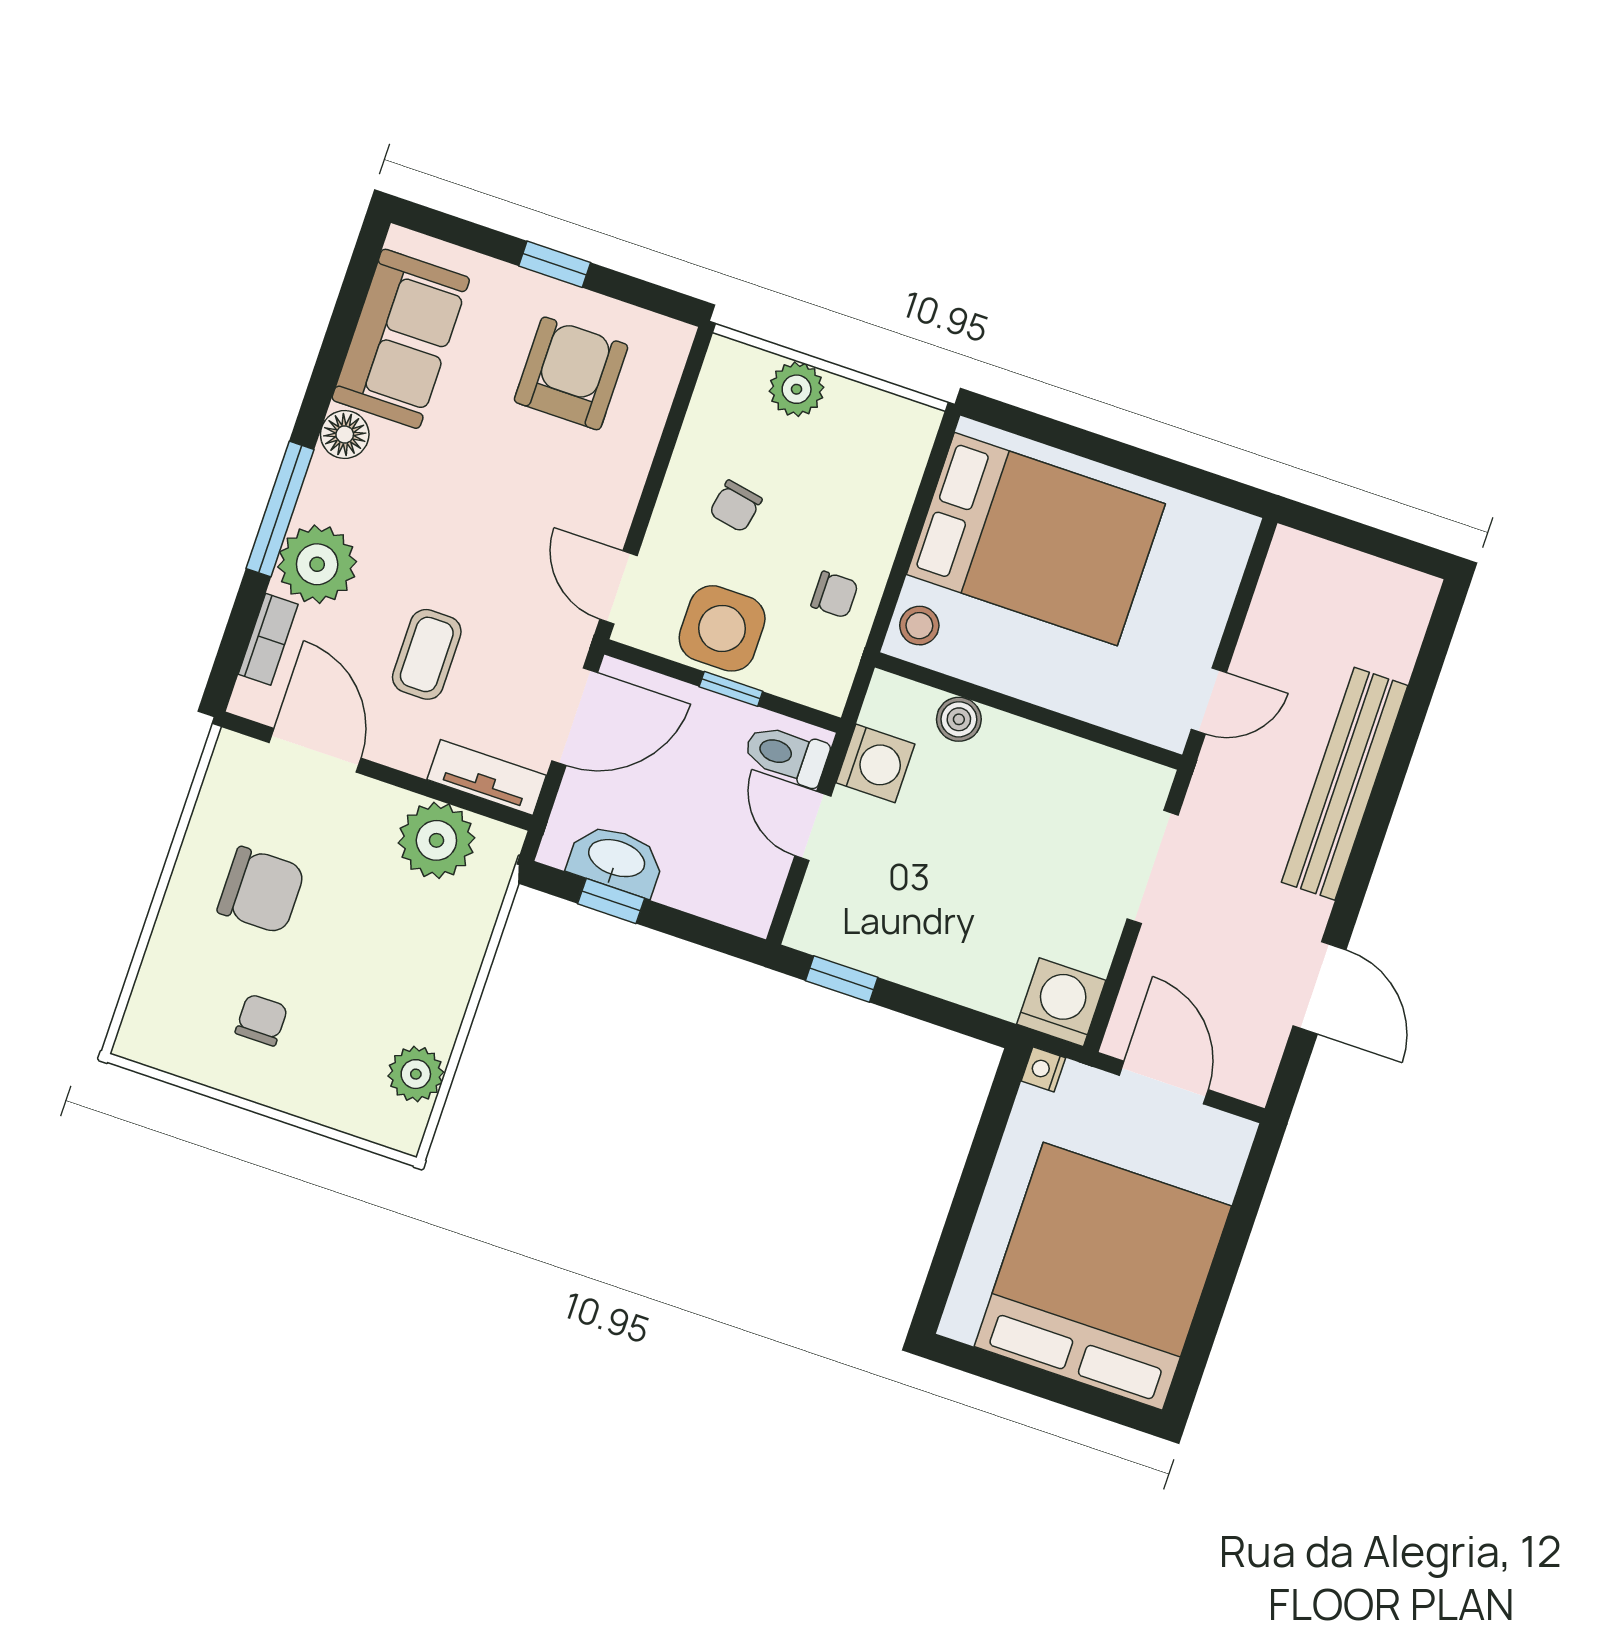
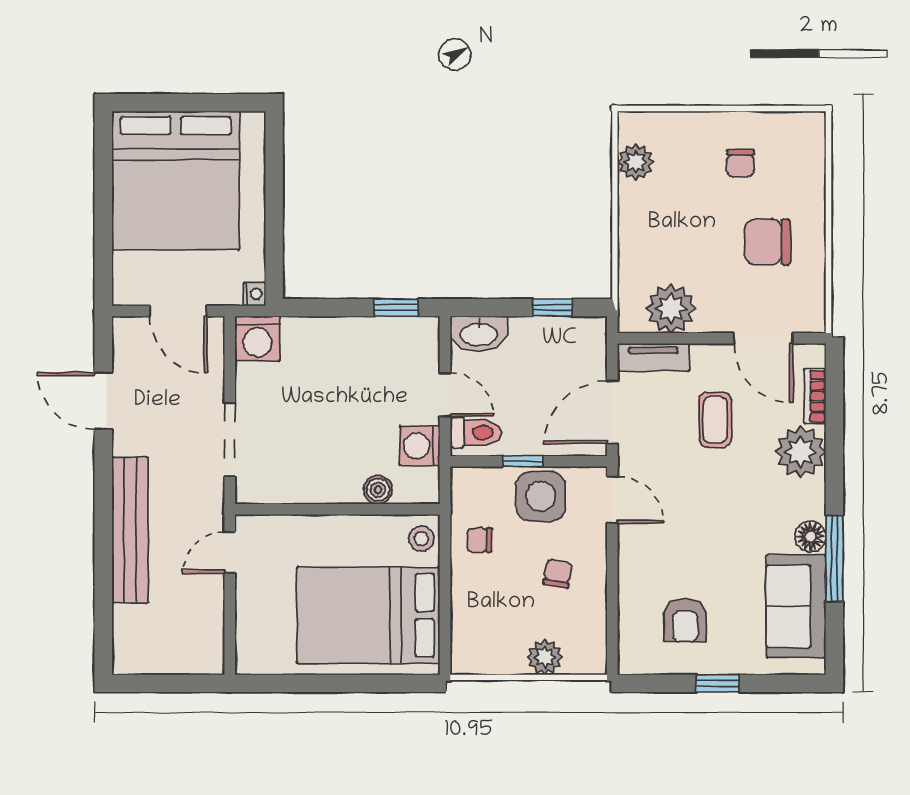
armchair: (571, 373) -> (685, 620), width x0.72, depth x0.72
window: (280, 509) -> (834, 559), moved
washbasin: (616, 860) -> (479, 334), moved

